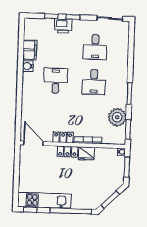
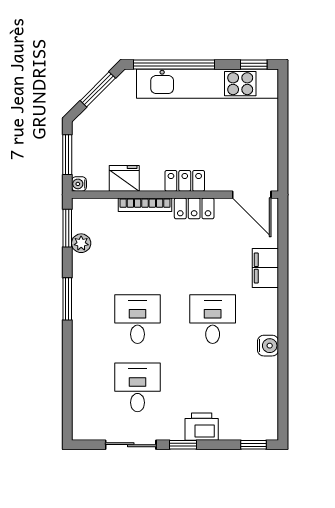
window: (51, 16) -> (254, 445), moved
sliding door: (110, 18) -> (131, 445), moved
filing cabinet: (30, 50) -> (265, 268), moved
desk: (56, 81) -> (213, 319), turned 180
plant: (117, 117) -> (81, 243), width x0.53, depth x0.53
fridge: (86, 153) -> (124, 178), moved
kitchen unit: (44, 200) -> (208, 84), width x1.36

